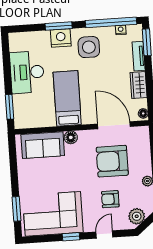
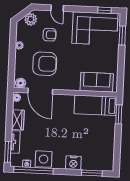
window: (59, 26) -> (92, 173), moved
side table: (89, 47) -> (44, 159), moved
desk: (27, 72) -> (102, 139), removed
bed: (67, 98) -> (95, 105), moved, turned 90
floor lamp: (71, 137) -> (21, 83), moved
door: (104, 235) -> (57, 8), hinge flipped
window: (71, 237) -> (105, 10), moved

